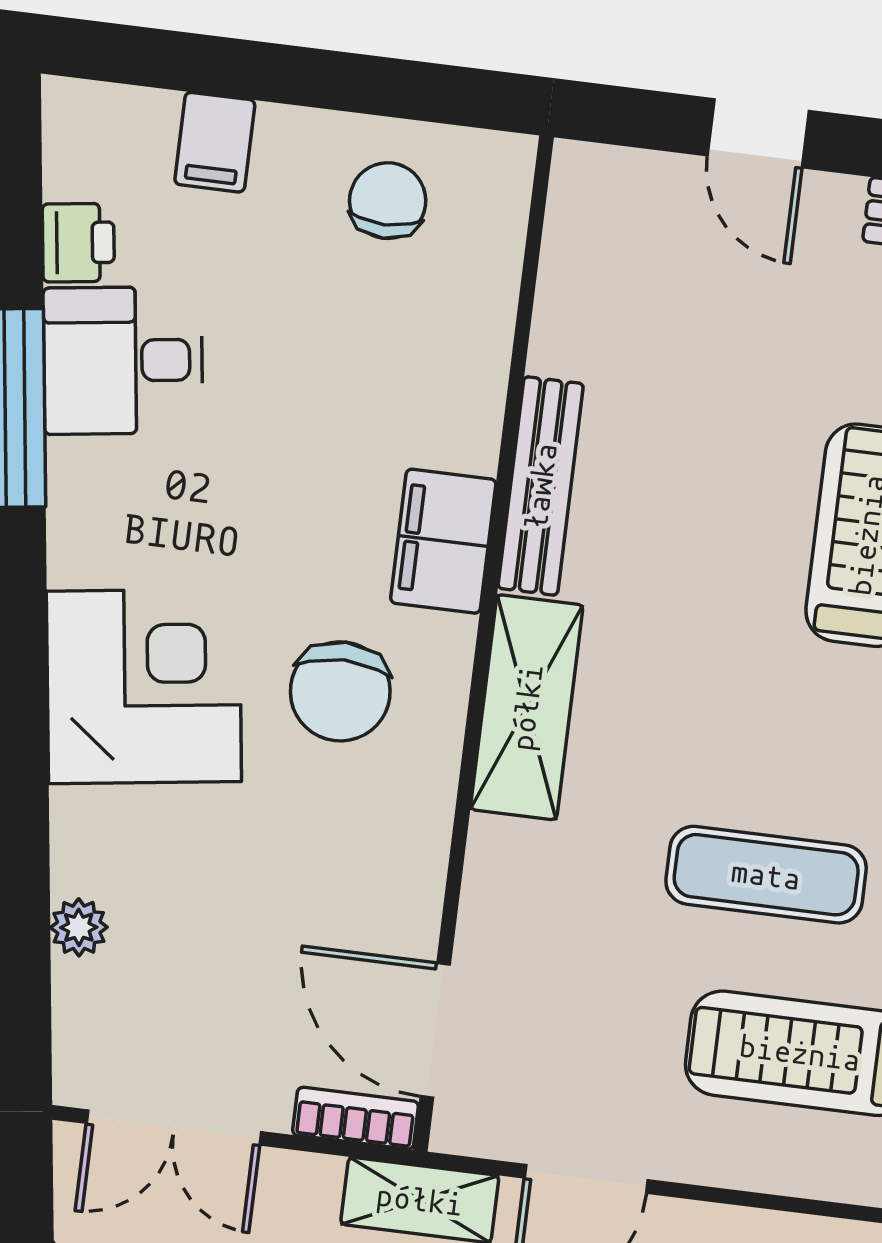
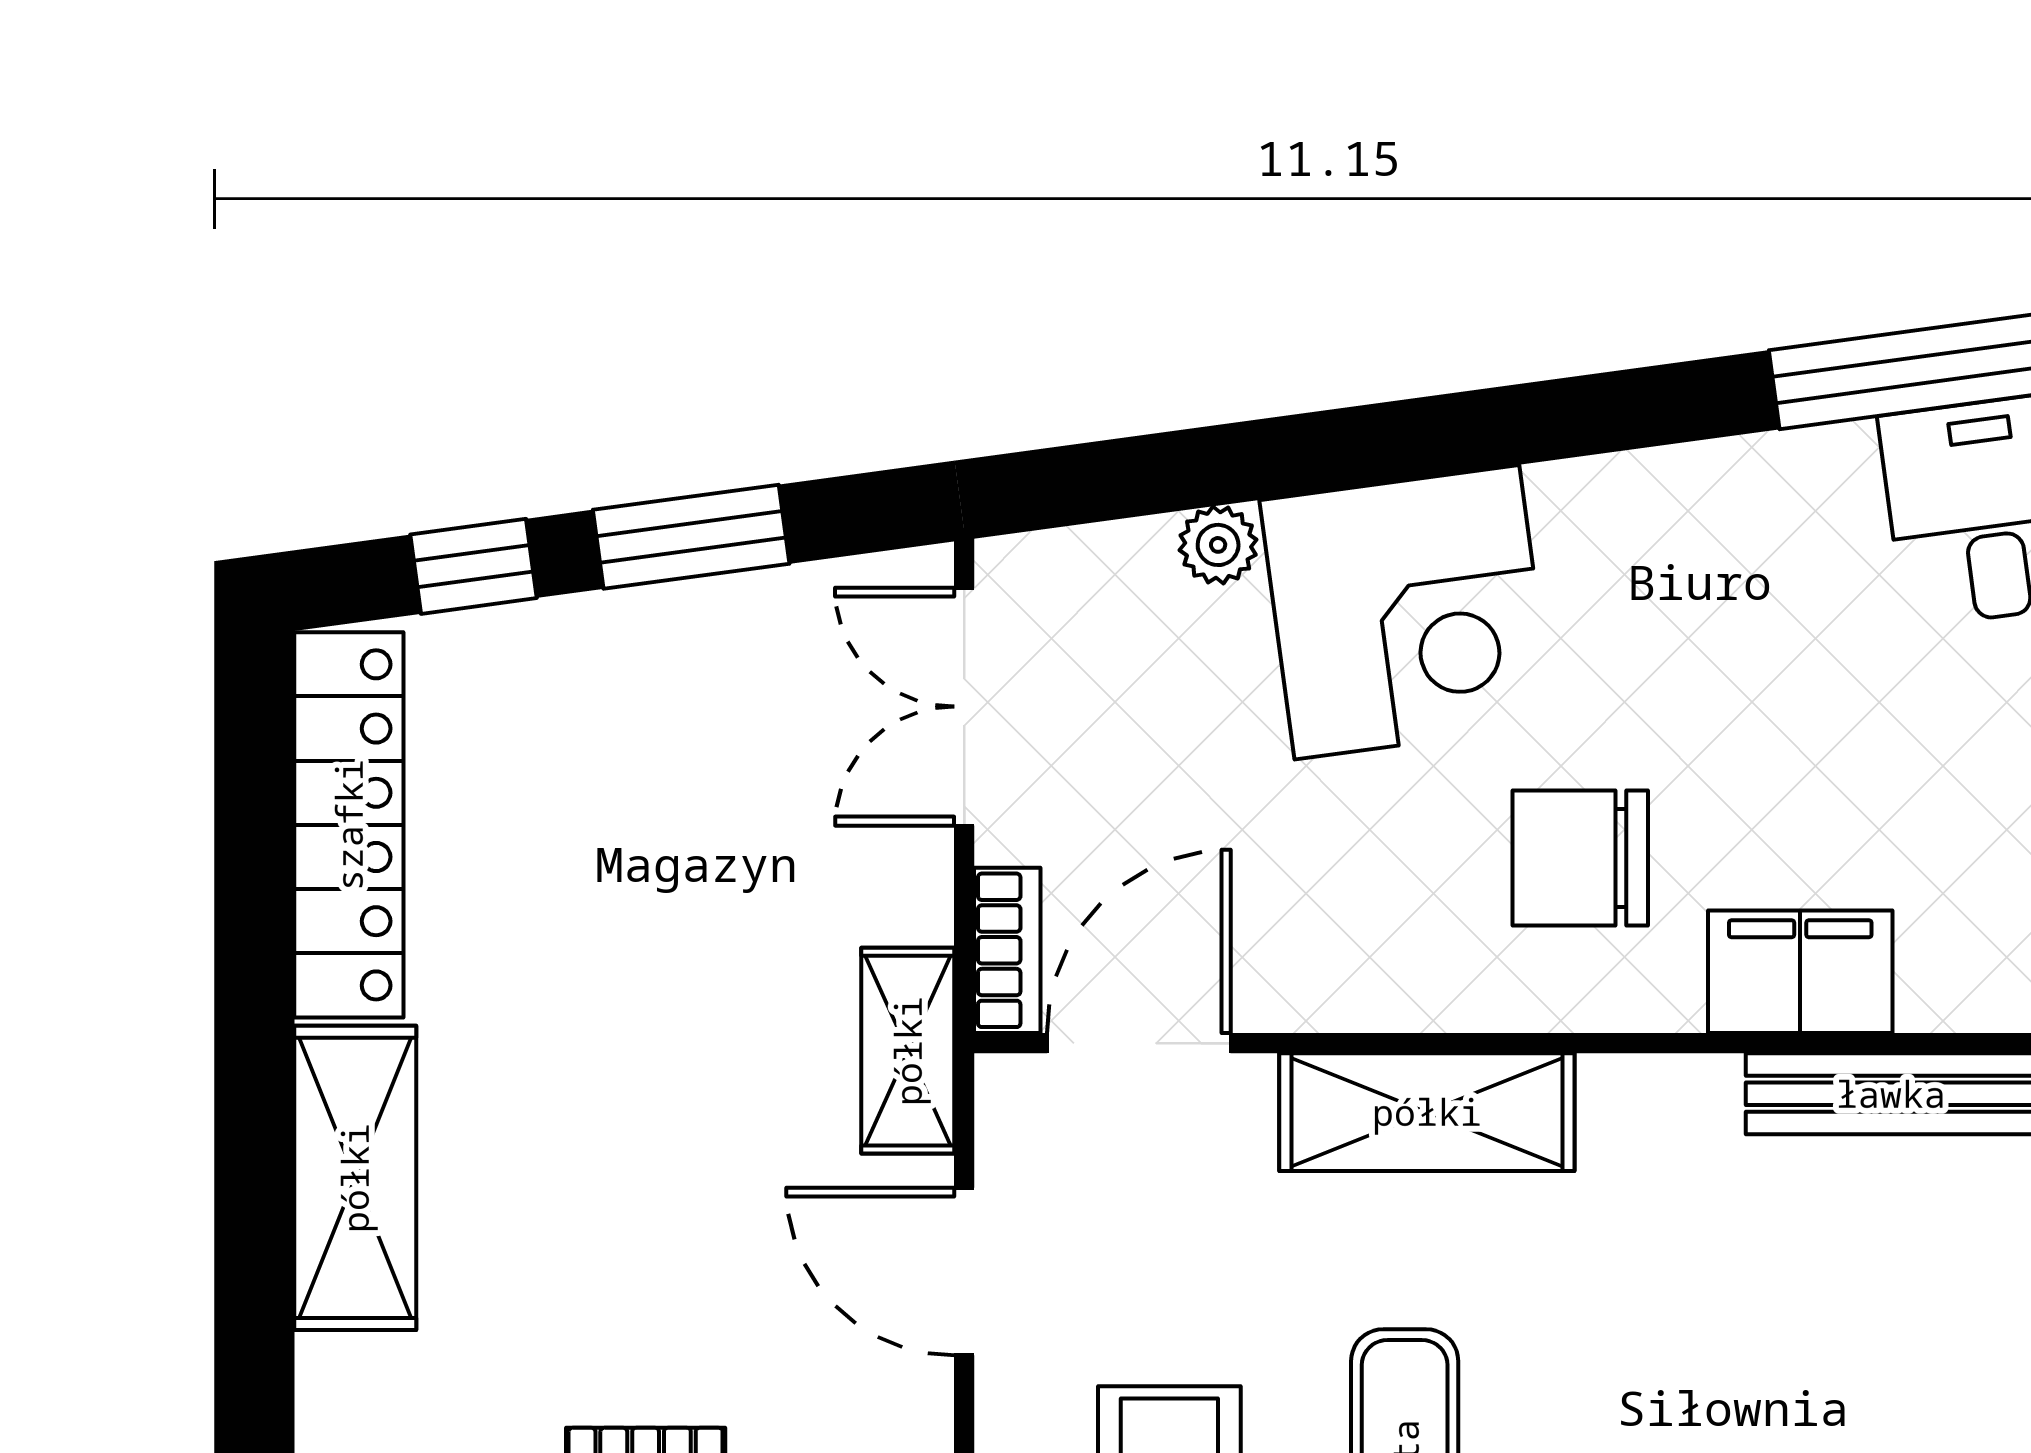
corner desk: (144, 686) -> (1407, 612), moved
shelving: (527, 707) -> (1427, 1112), moved

